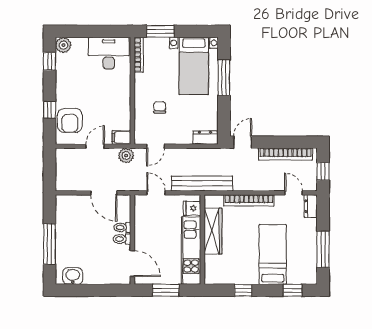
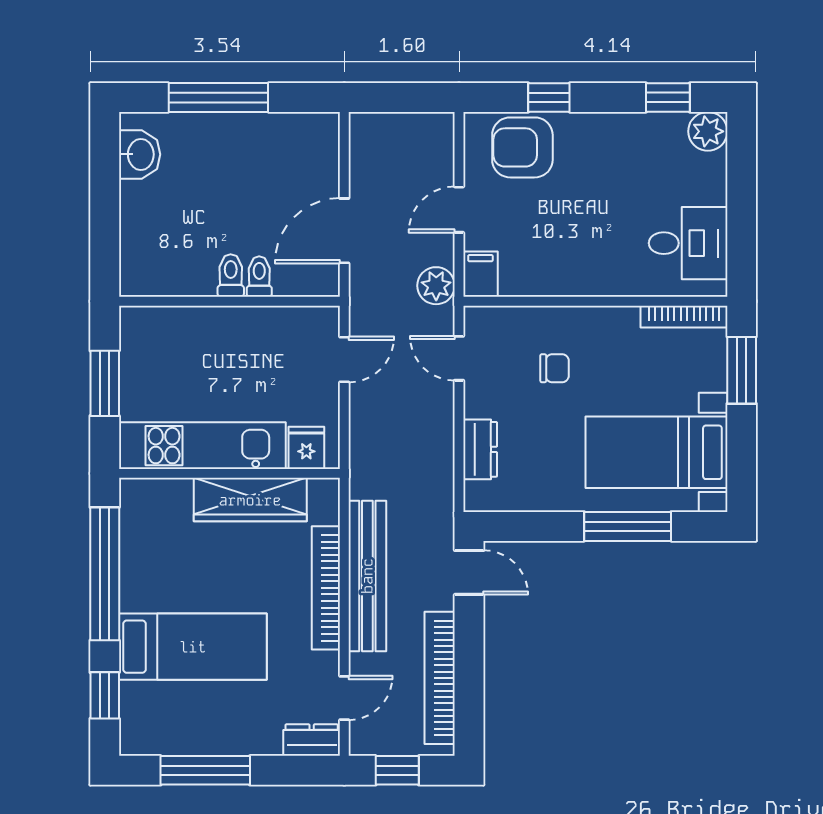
desk: (109, 53) -> (688, 243), width x0.73
dresser: (205, 138) -> (480, 449), moved
door: (95, 146) -> (459, 210), swing flipped
bench: (202, 183) -> (367, 576), moved
door: (132, 264) -> (170, 301), removed
window: (243, 290) -> (105, 574), width x3.17

